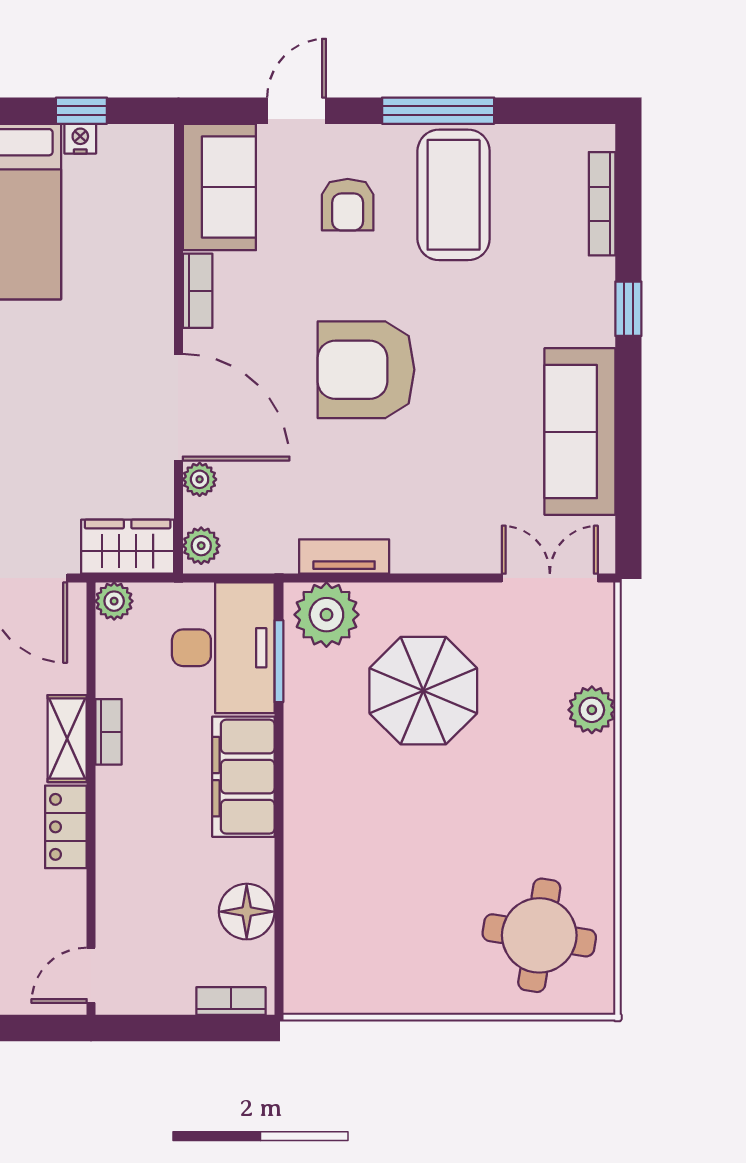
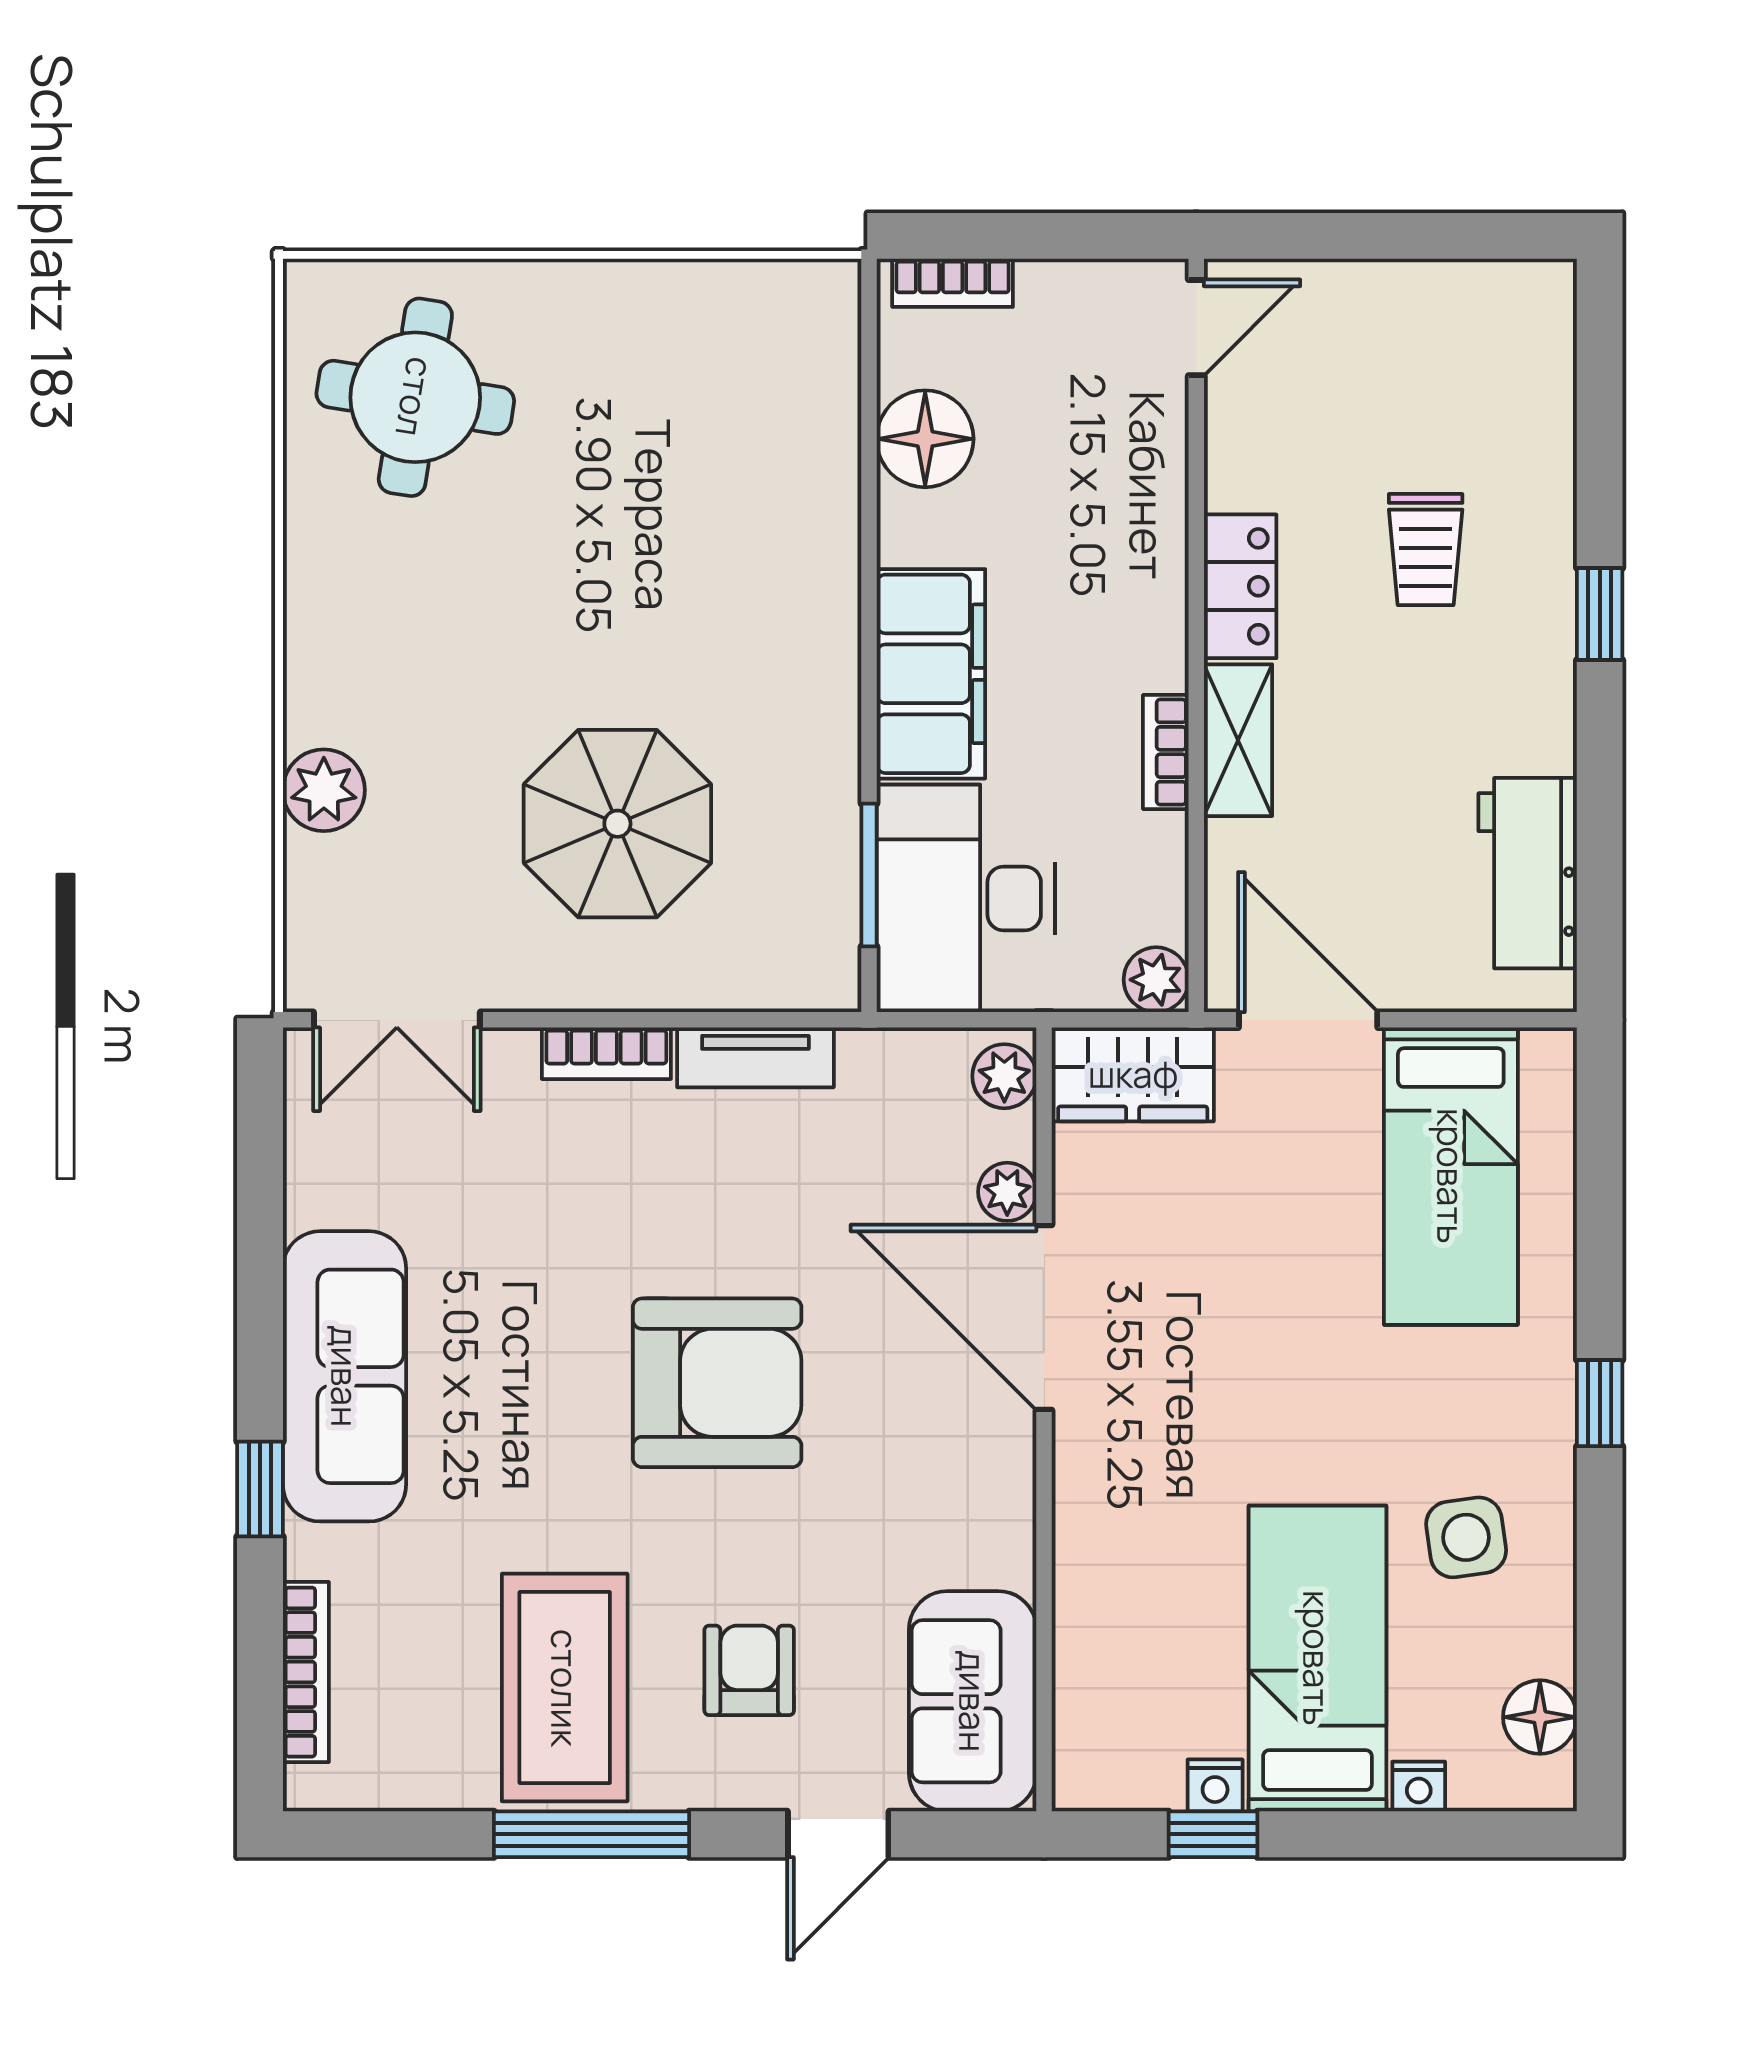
bookcase: (198, 291) -> (606, 1053), moved, turned -90
sofa: (580, 432) -> (345, 1376), moved
plant: (326, 615) -> (786, 956), removed

